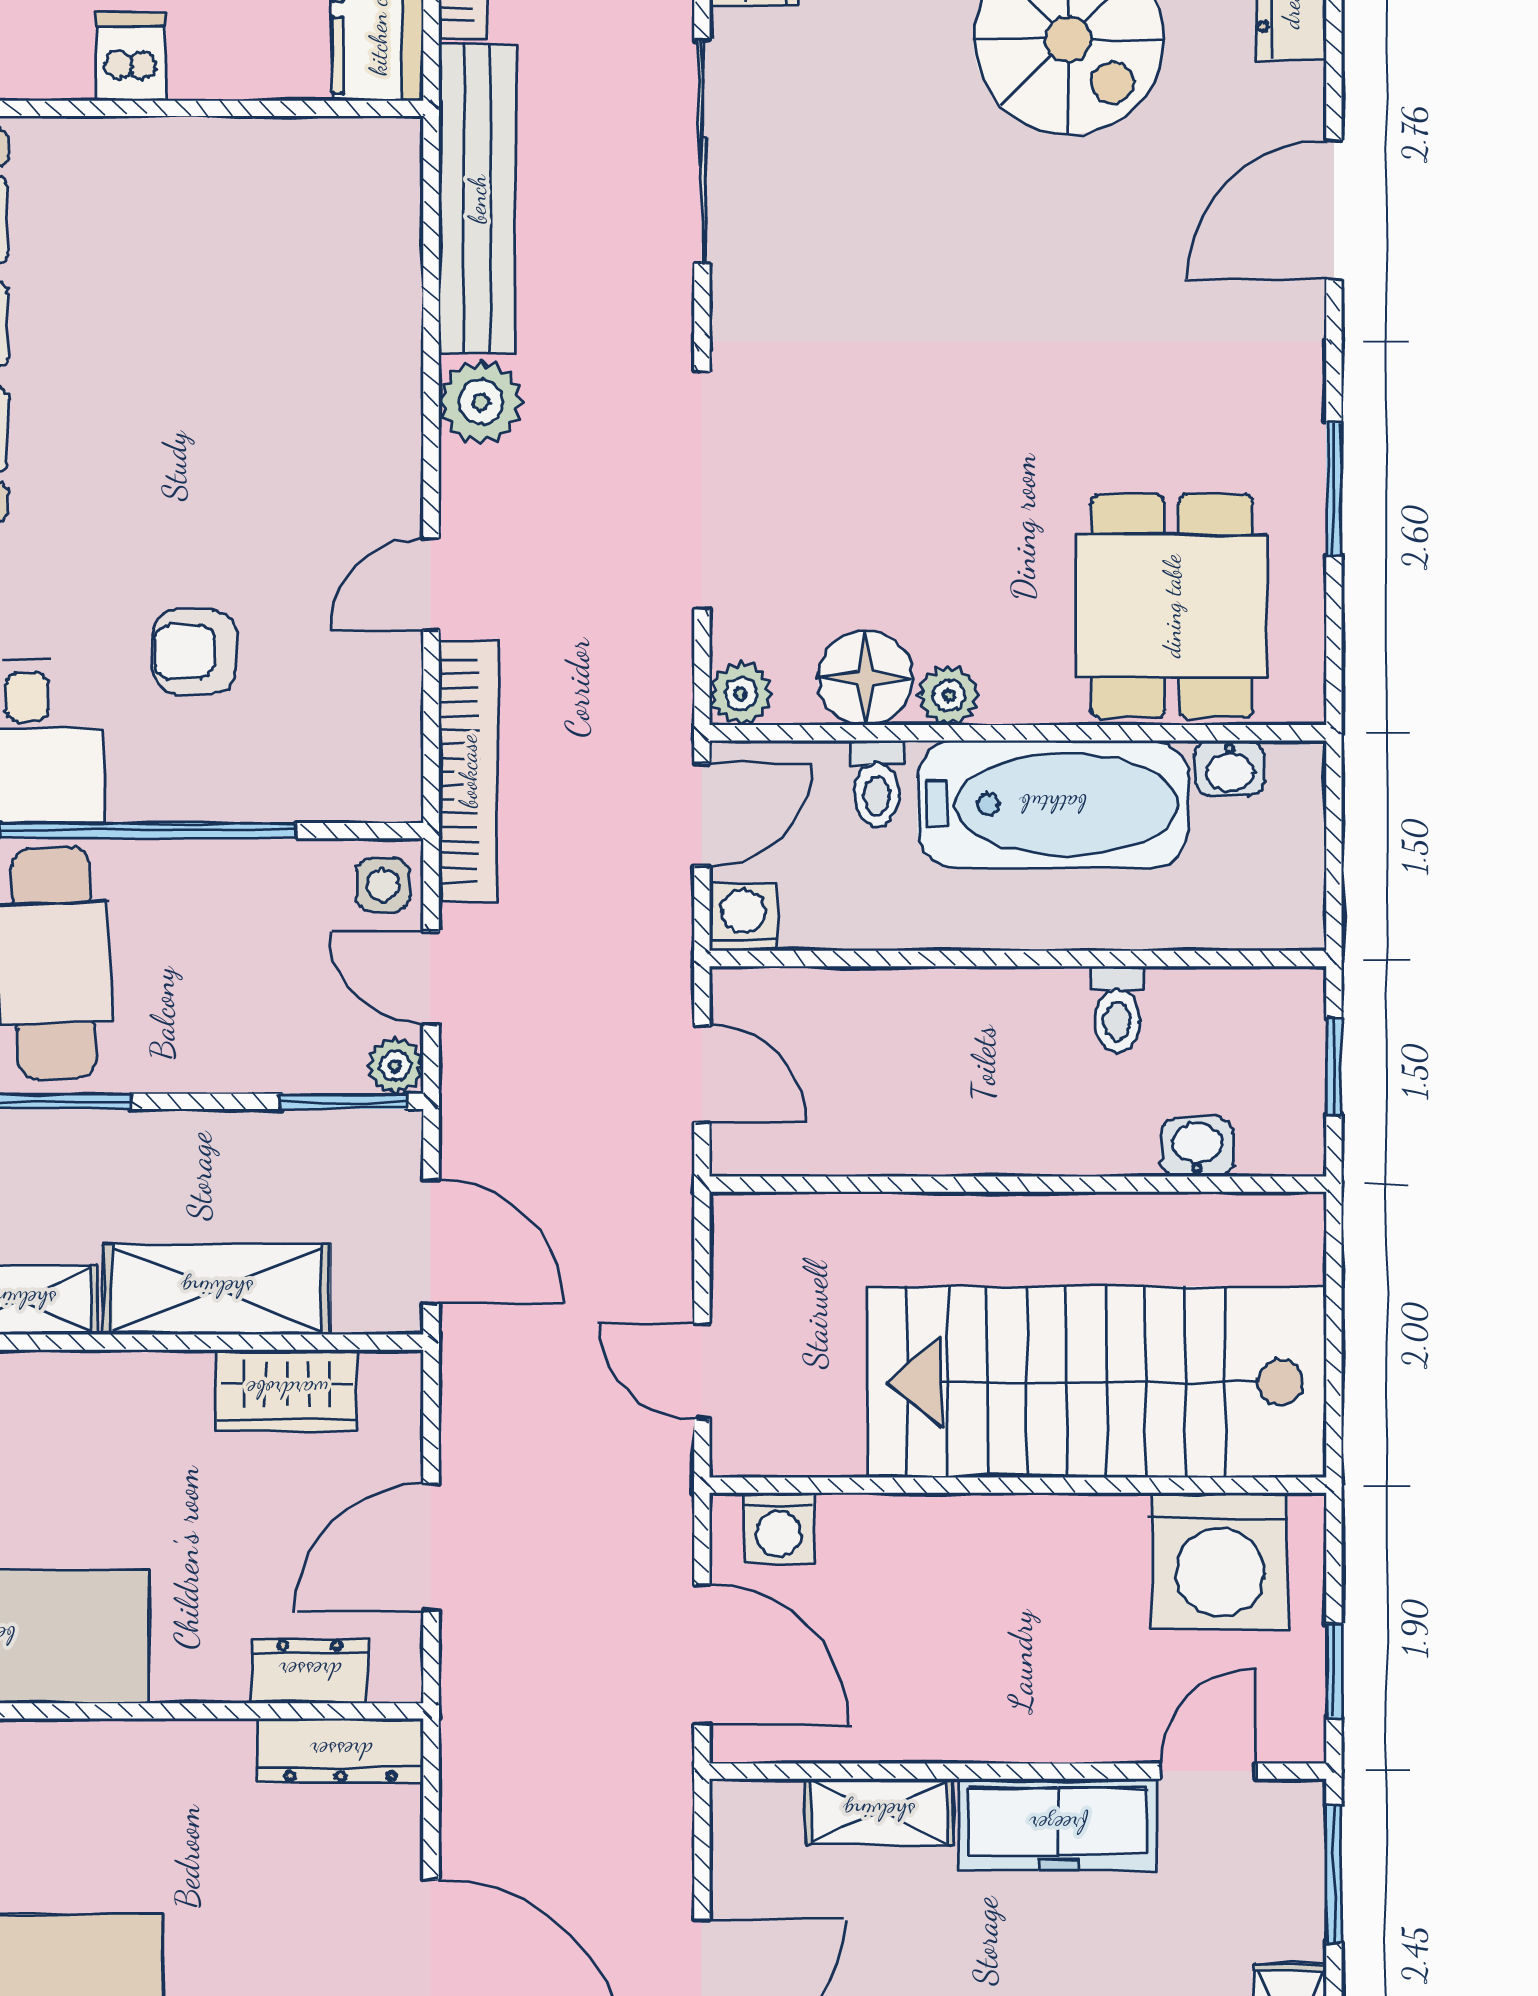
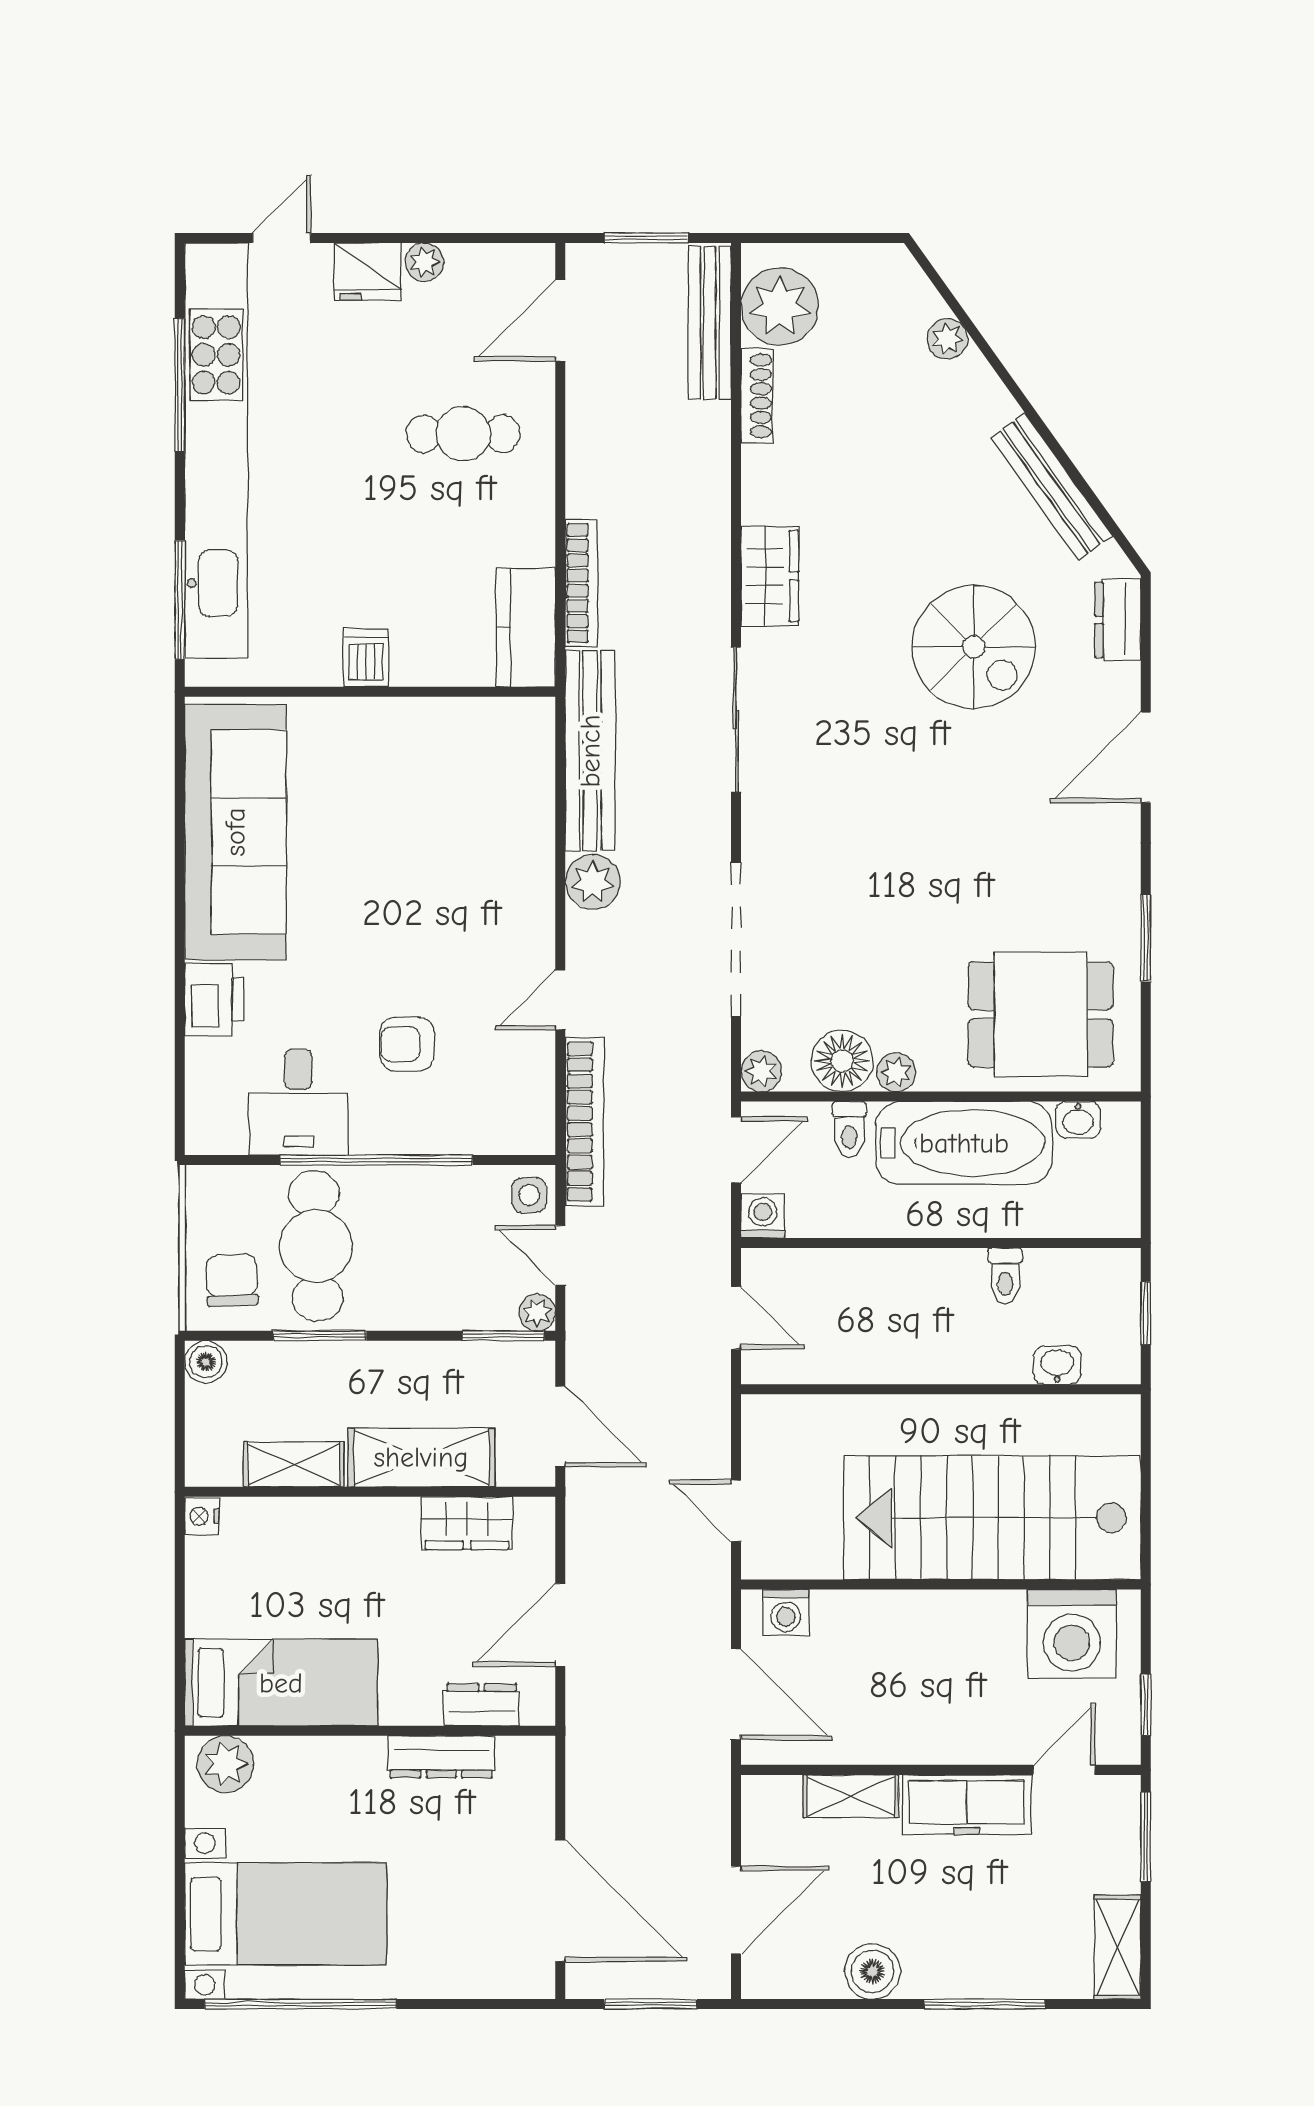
dining table: (1172, 606) -> (1041, 1014), turned 90
dresser: (341, 1751) -> (441, 1757), moved

